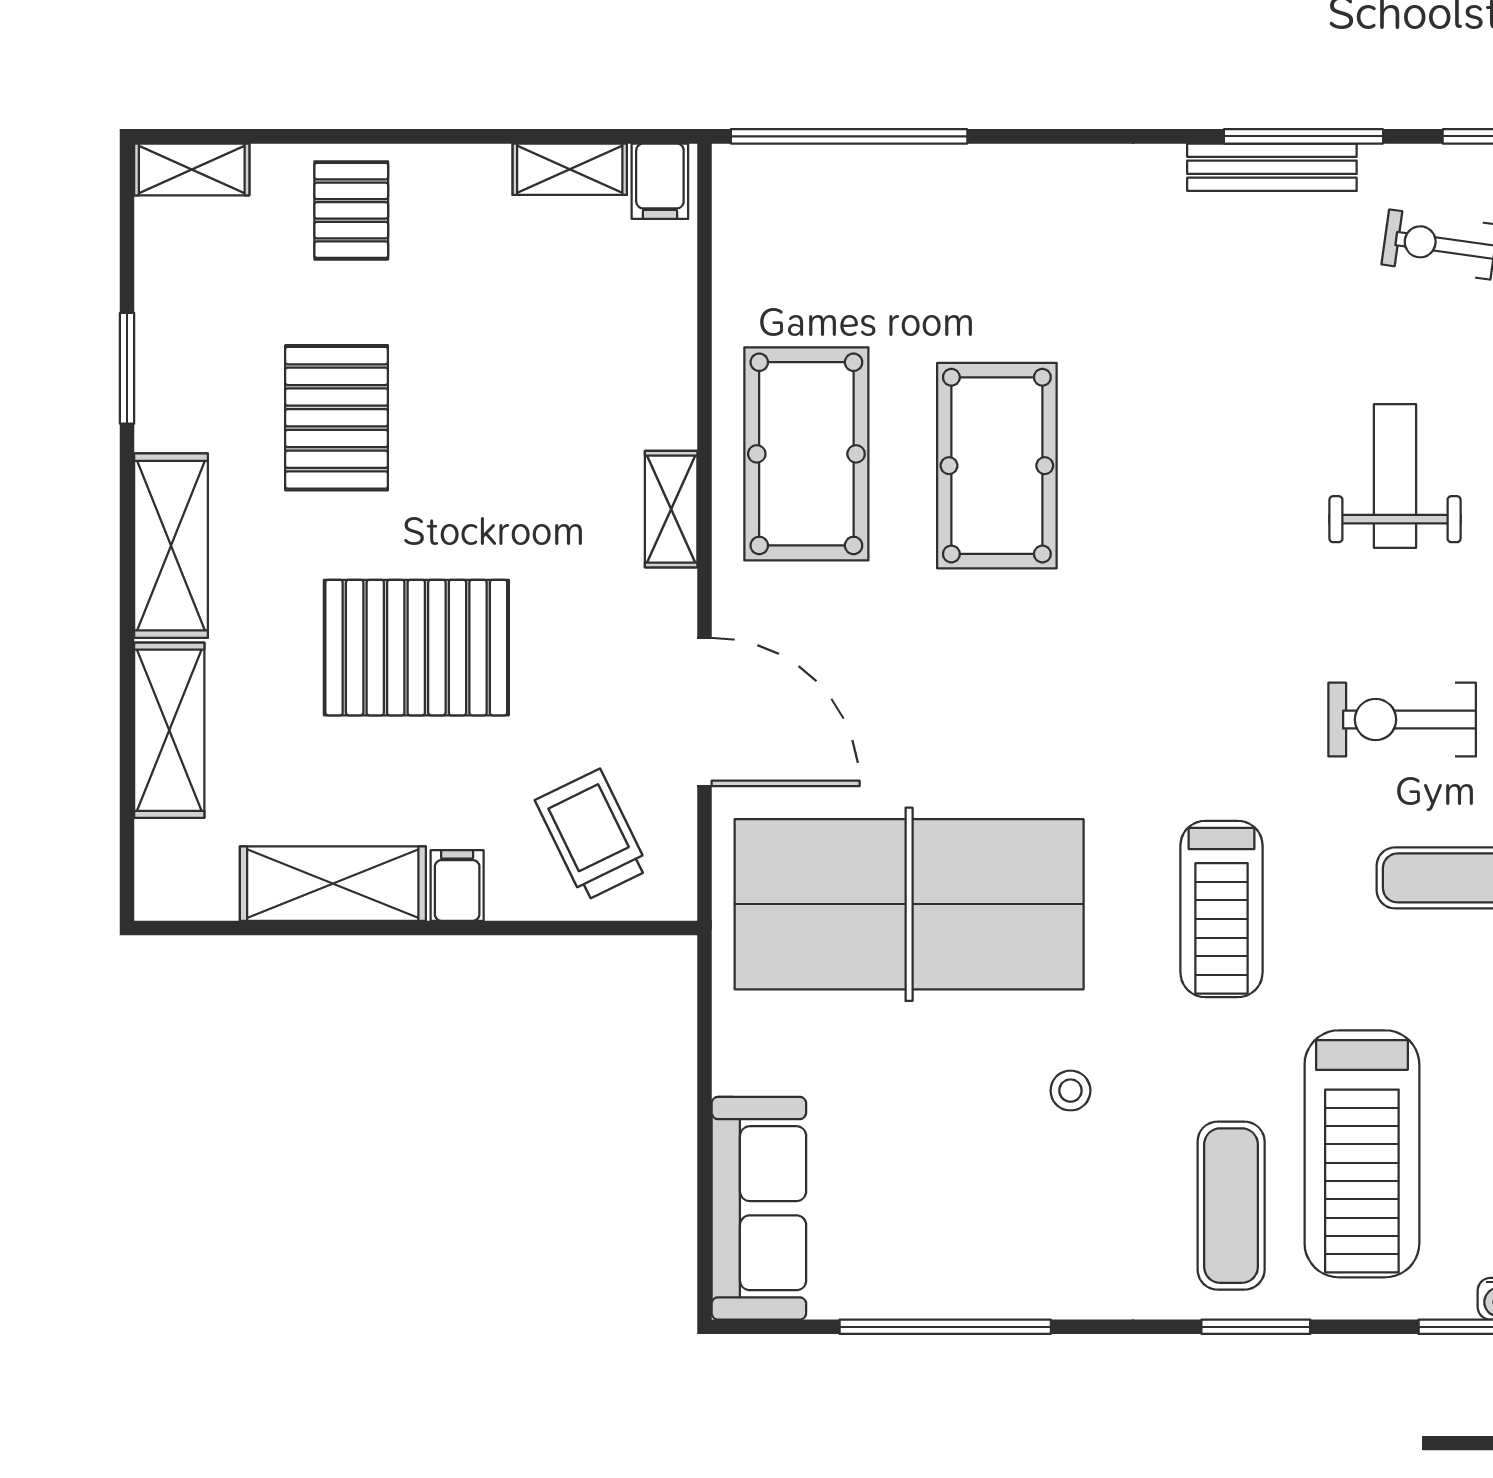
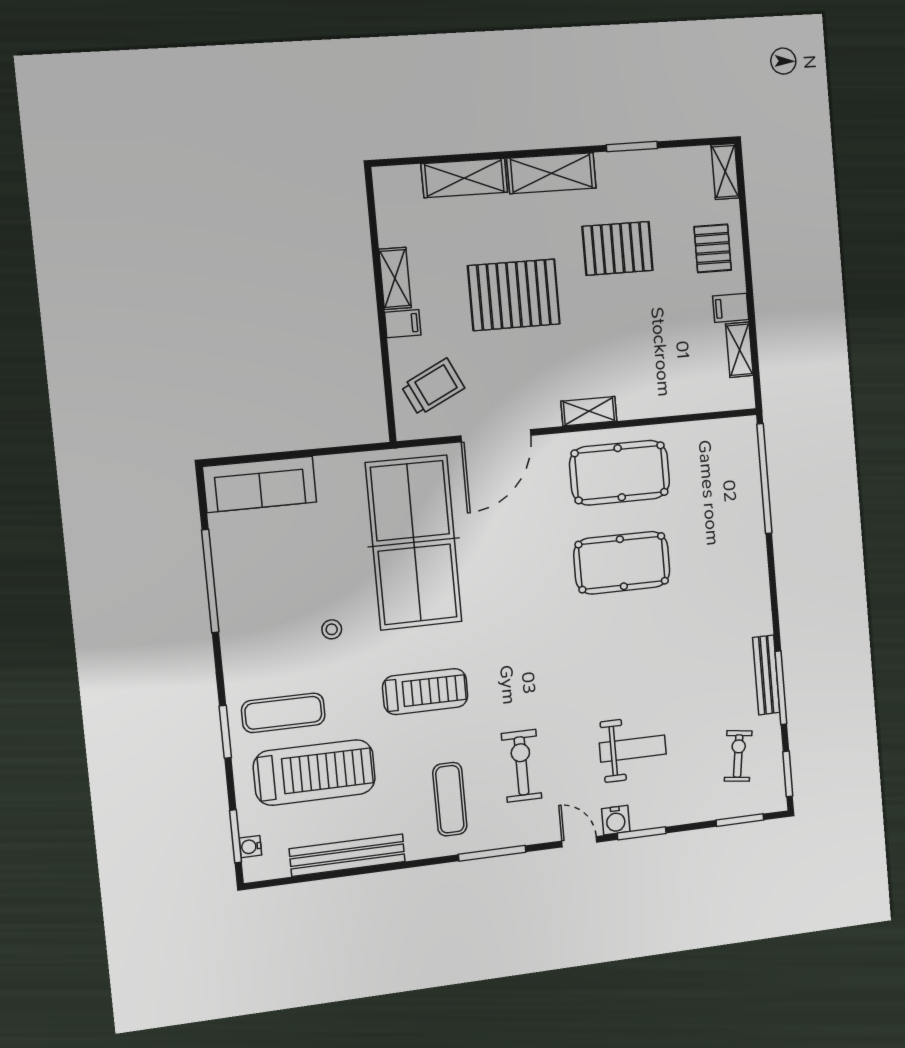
filing cabinet: (660, 181) -> (731, 308), moved
pallet: (351, 210) -> (713, 248), turned 90
pallet: (416, 648) -> (514, 295), turned 90
shelving: (333, 884) -> (395, 278), width x0.67, depth x0.75
treadmill: (1221, 909) -> (425, 692), turned 180
treadmill: (1362, 1154) -> (314, 772), turned 180

